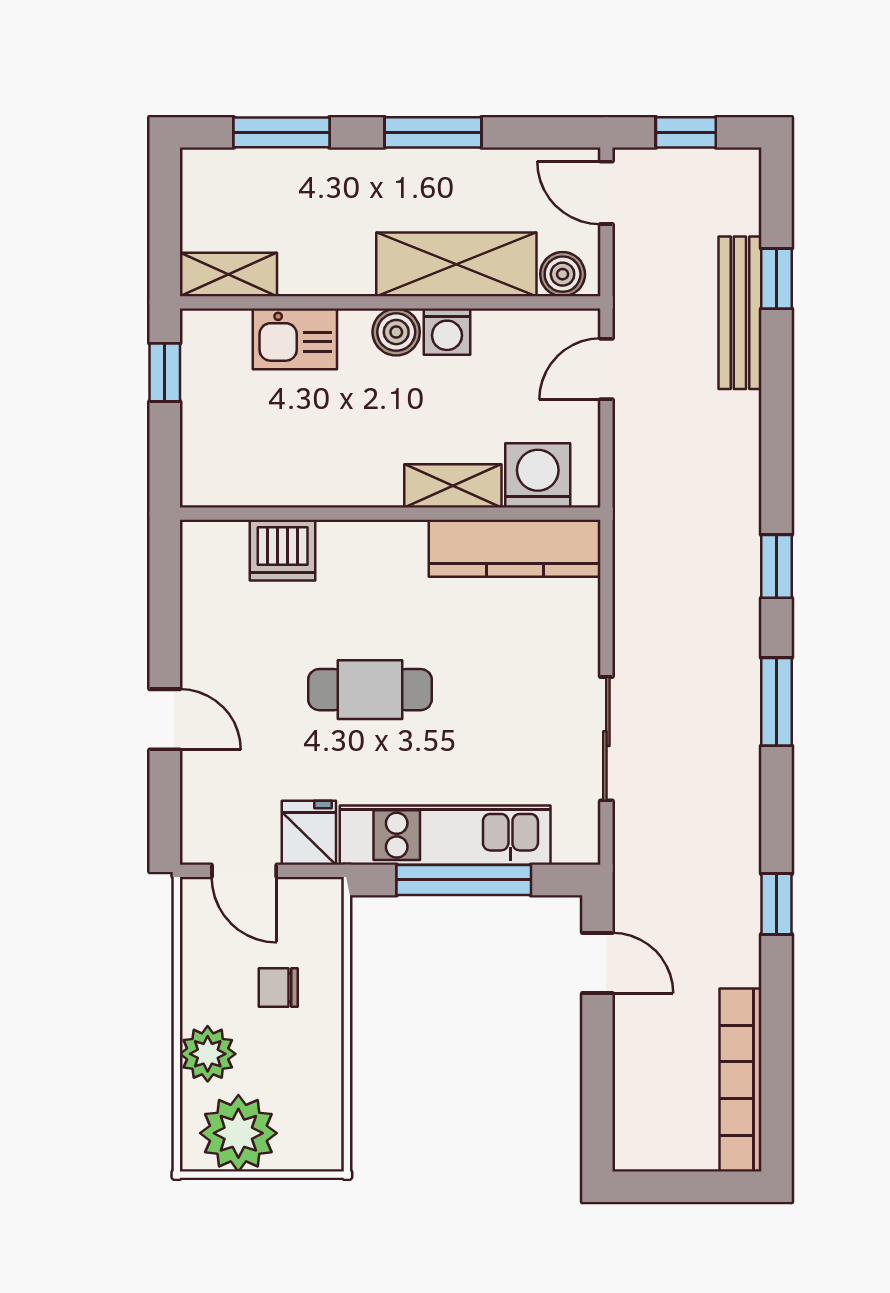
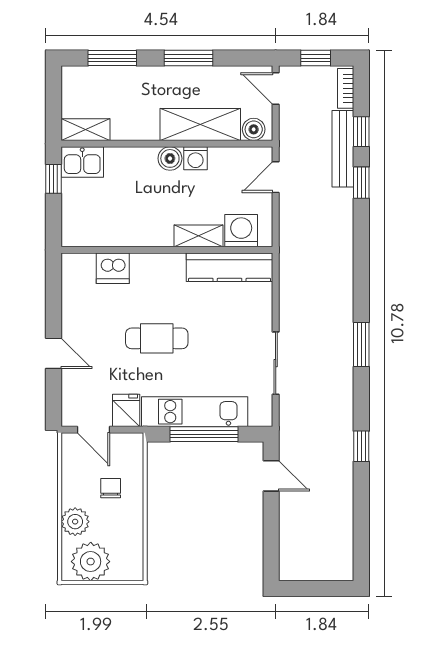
kitchen sink: (295, 339) -> (82, 162), moved
window: (776, 566) -> (361, 183), moved
chair: (278, 987) -> (111, 488), turned 90
bookcase: (741, 1080) -> (346, 88), moved, width x0.43, depth x0.76

